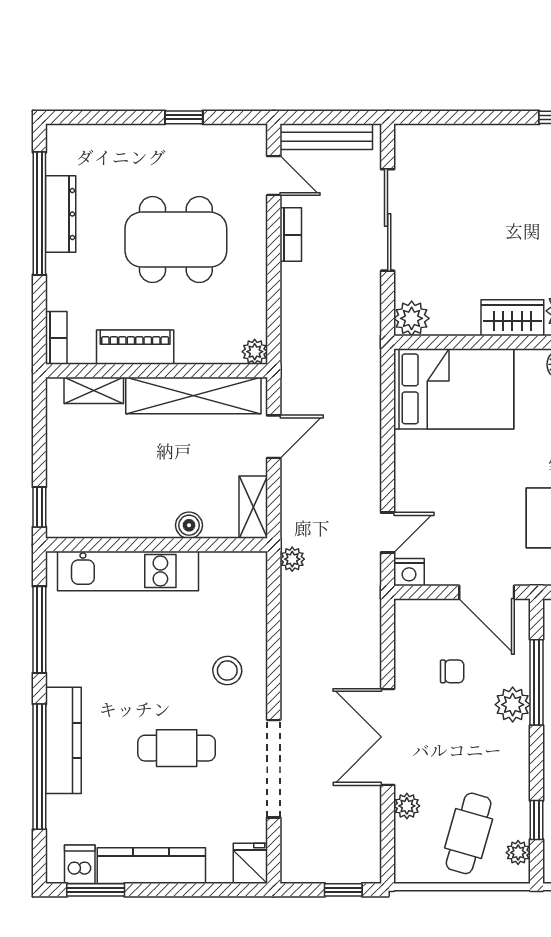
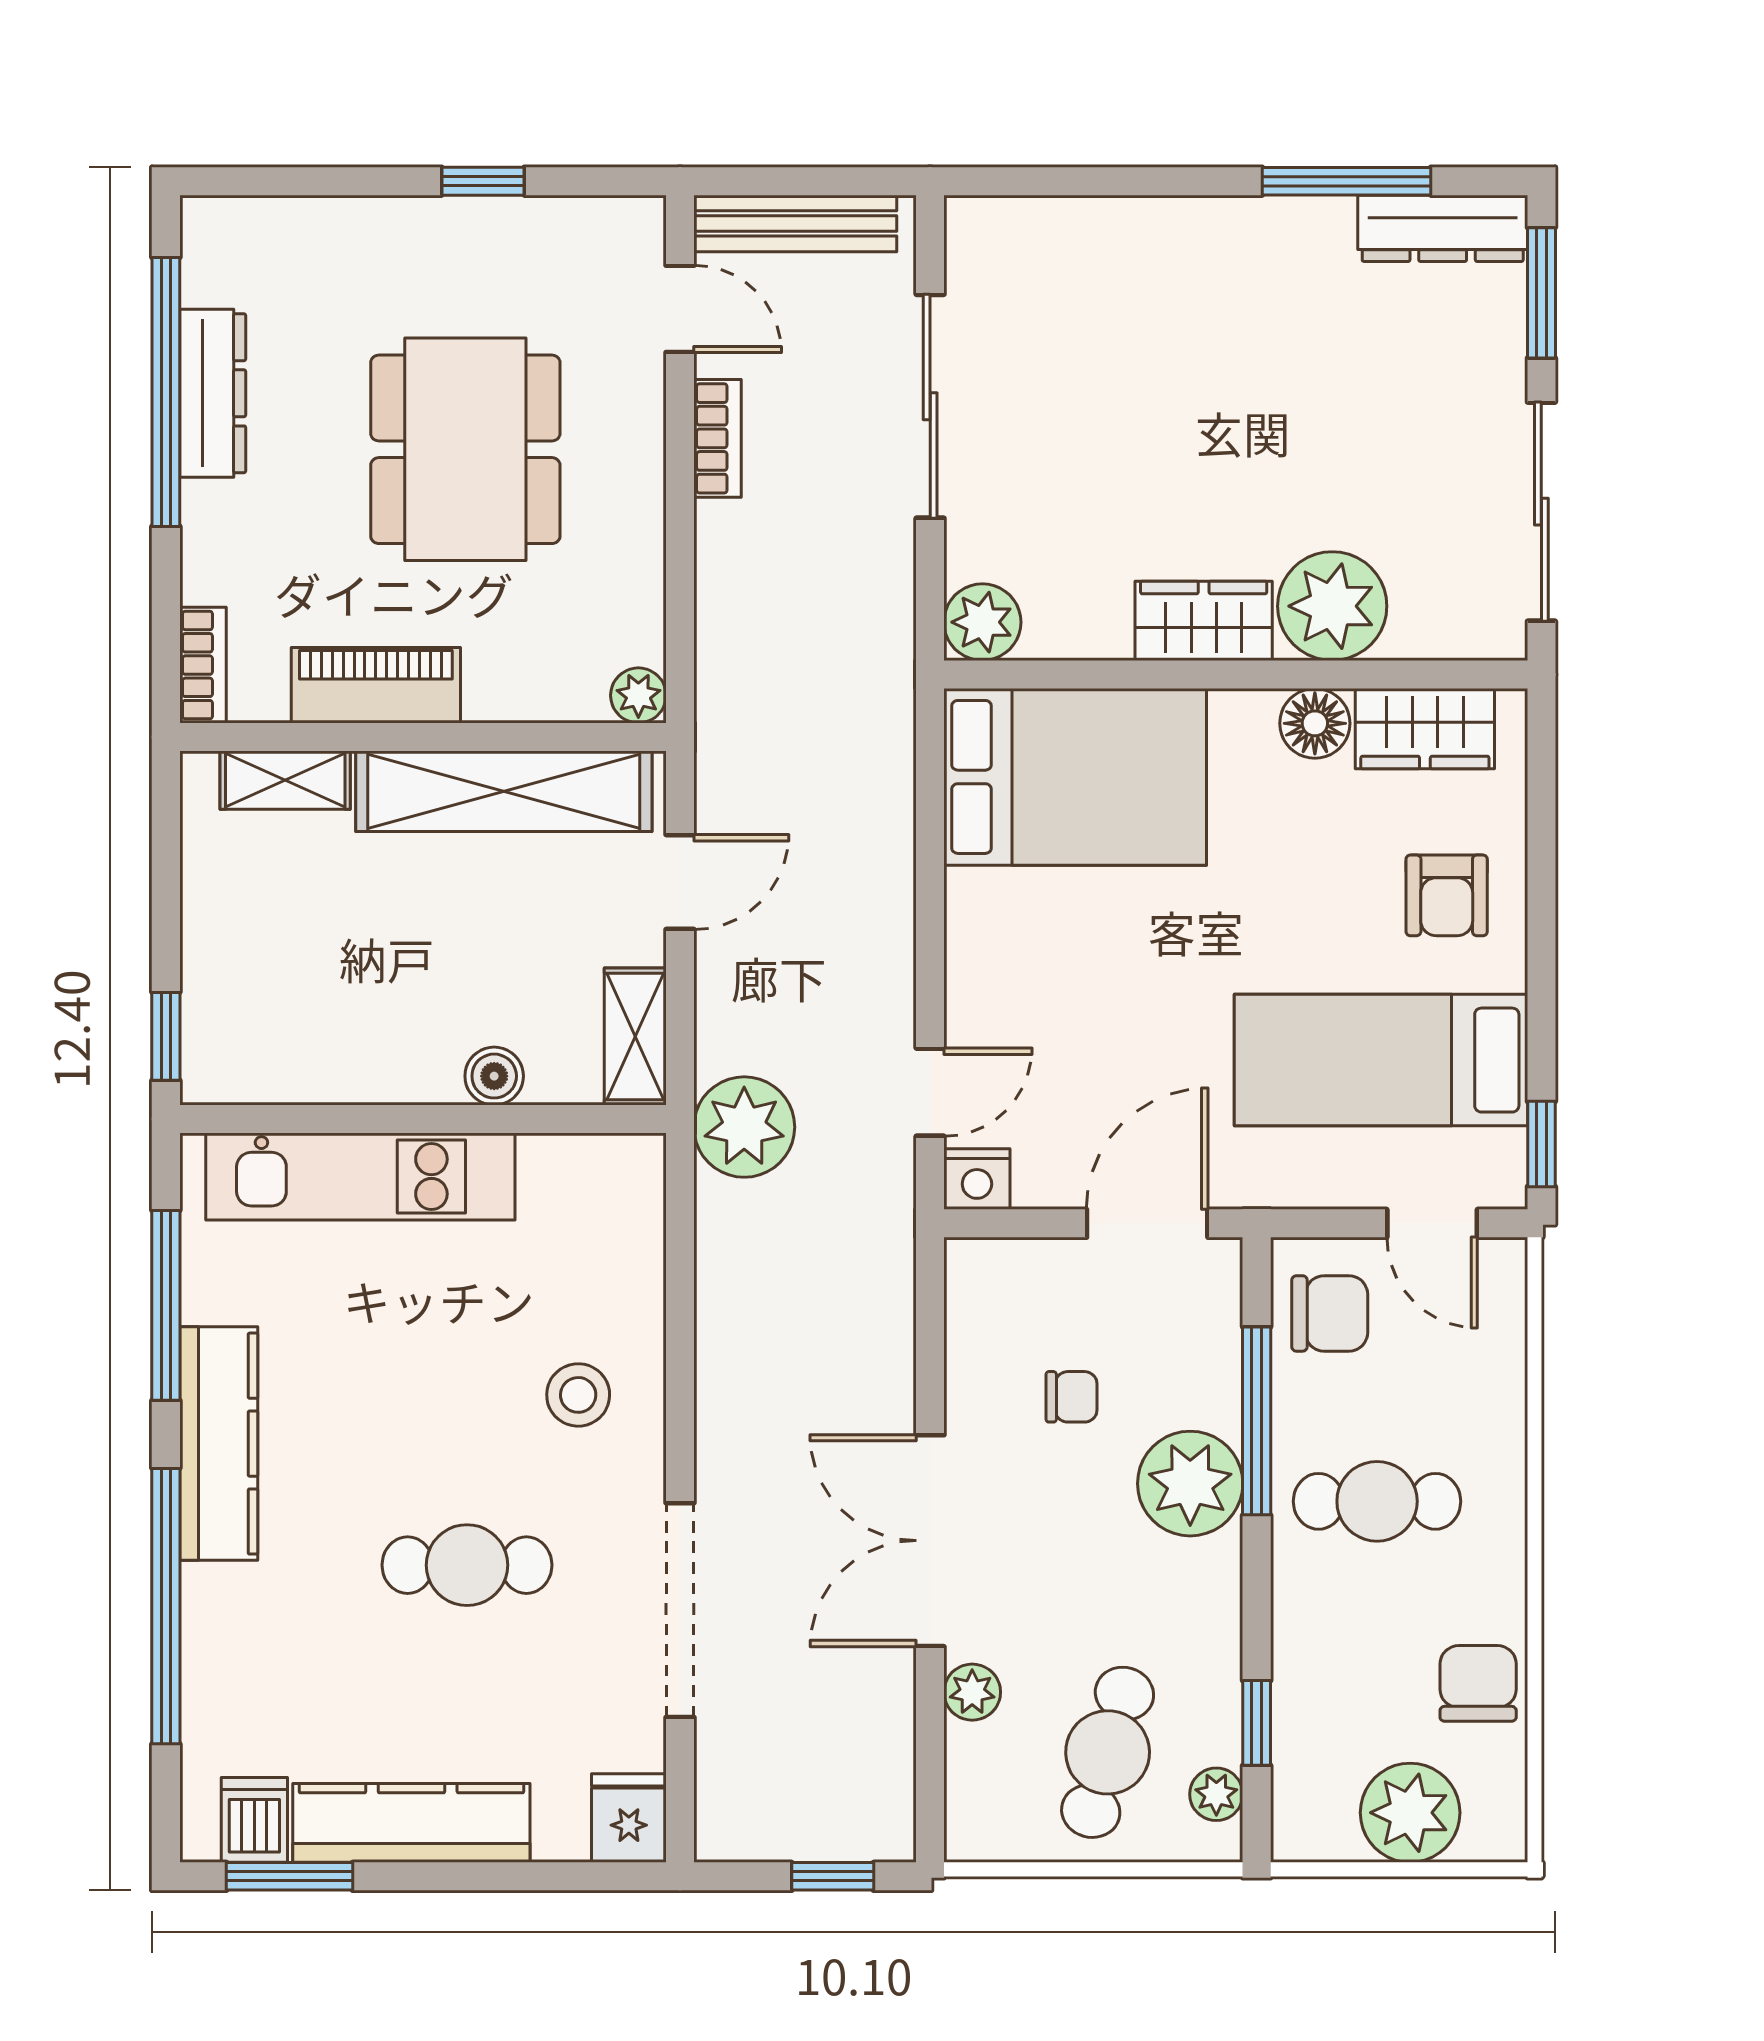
dining table: (176, 240) -> (465, 449), turned 90
plant: (292, 559) -> (744, 1127), width x1.88, depth x1.88
door: (487, 592) -> (1147, 1223), swing flipped
plant: (513, 705) -> (1190, 1484), width x1.36, depth x1.36
kitchen counter: (63, 740) -> (219, 1444), moved

